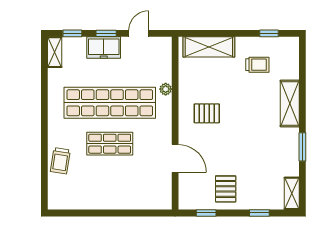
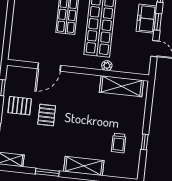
window: (269, 33) -> (145, 142), moved
shelving: (209, 47) -> (121, 86), moved, turned 90
pallet: (207, 113) -> (47, 115), moved

